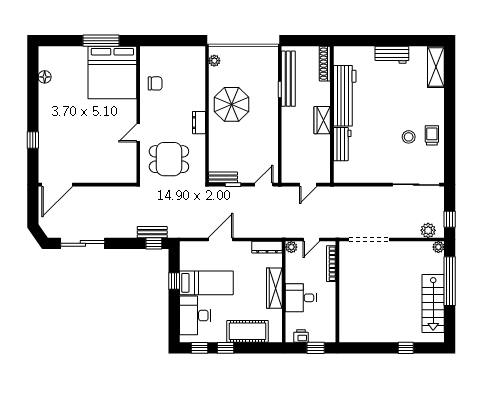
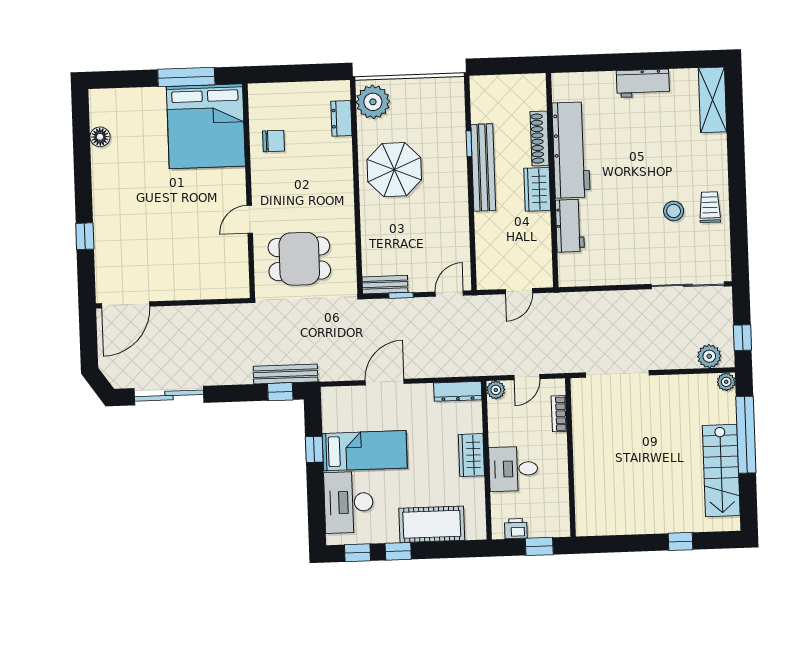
plant: (214, 61) -> (373, 102), width x1.87, depth x1.87
shoe rack: (325, 64) -> (540, 138), moved
bench: (288, 79) -> (483, 167), moved
dresser: (199, 123) -> (341, 118), moved
bench: (152, 232) -> (286, 374), width x1.36
bookcase: (331, 264) -> (559, 414), width x0.64
wardrobe: (274, 288) -> (471, 455), width x0.67

